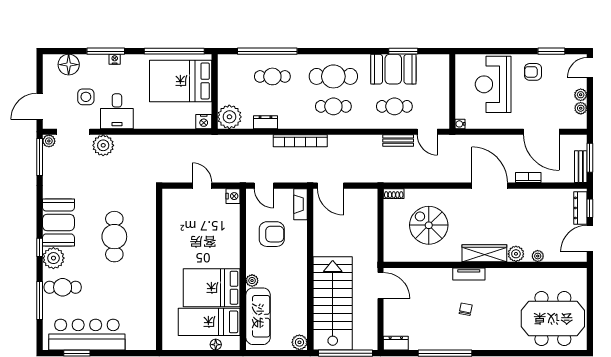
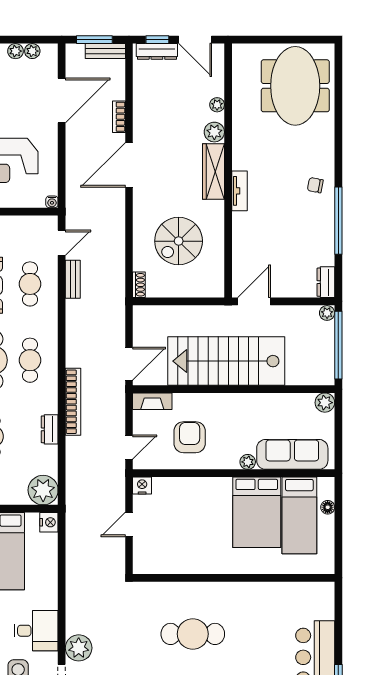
dresser: (265, 122) -> (50, 429), moved
stairs: (333, 303) -> (226, 361), moved
chair: (466, 309) -> (315, 185), moved
plant: (371, 344) -> (327, 313), added

